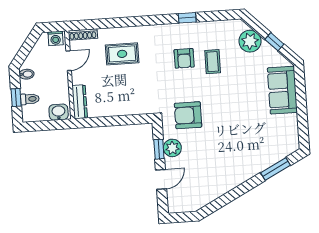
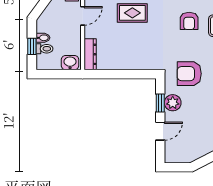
bidet: (27, 74) -> (43, 38), moved

